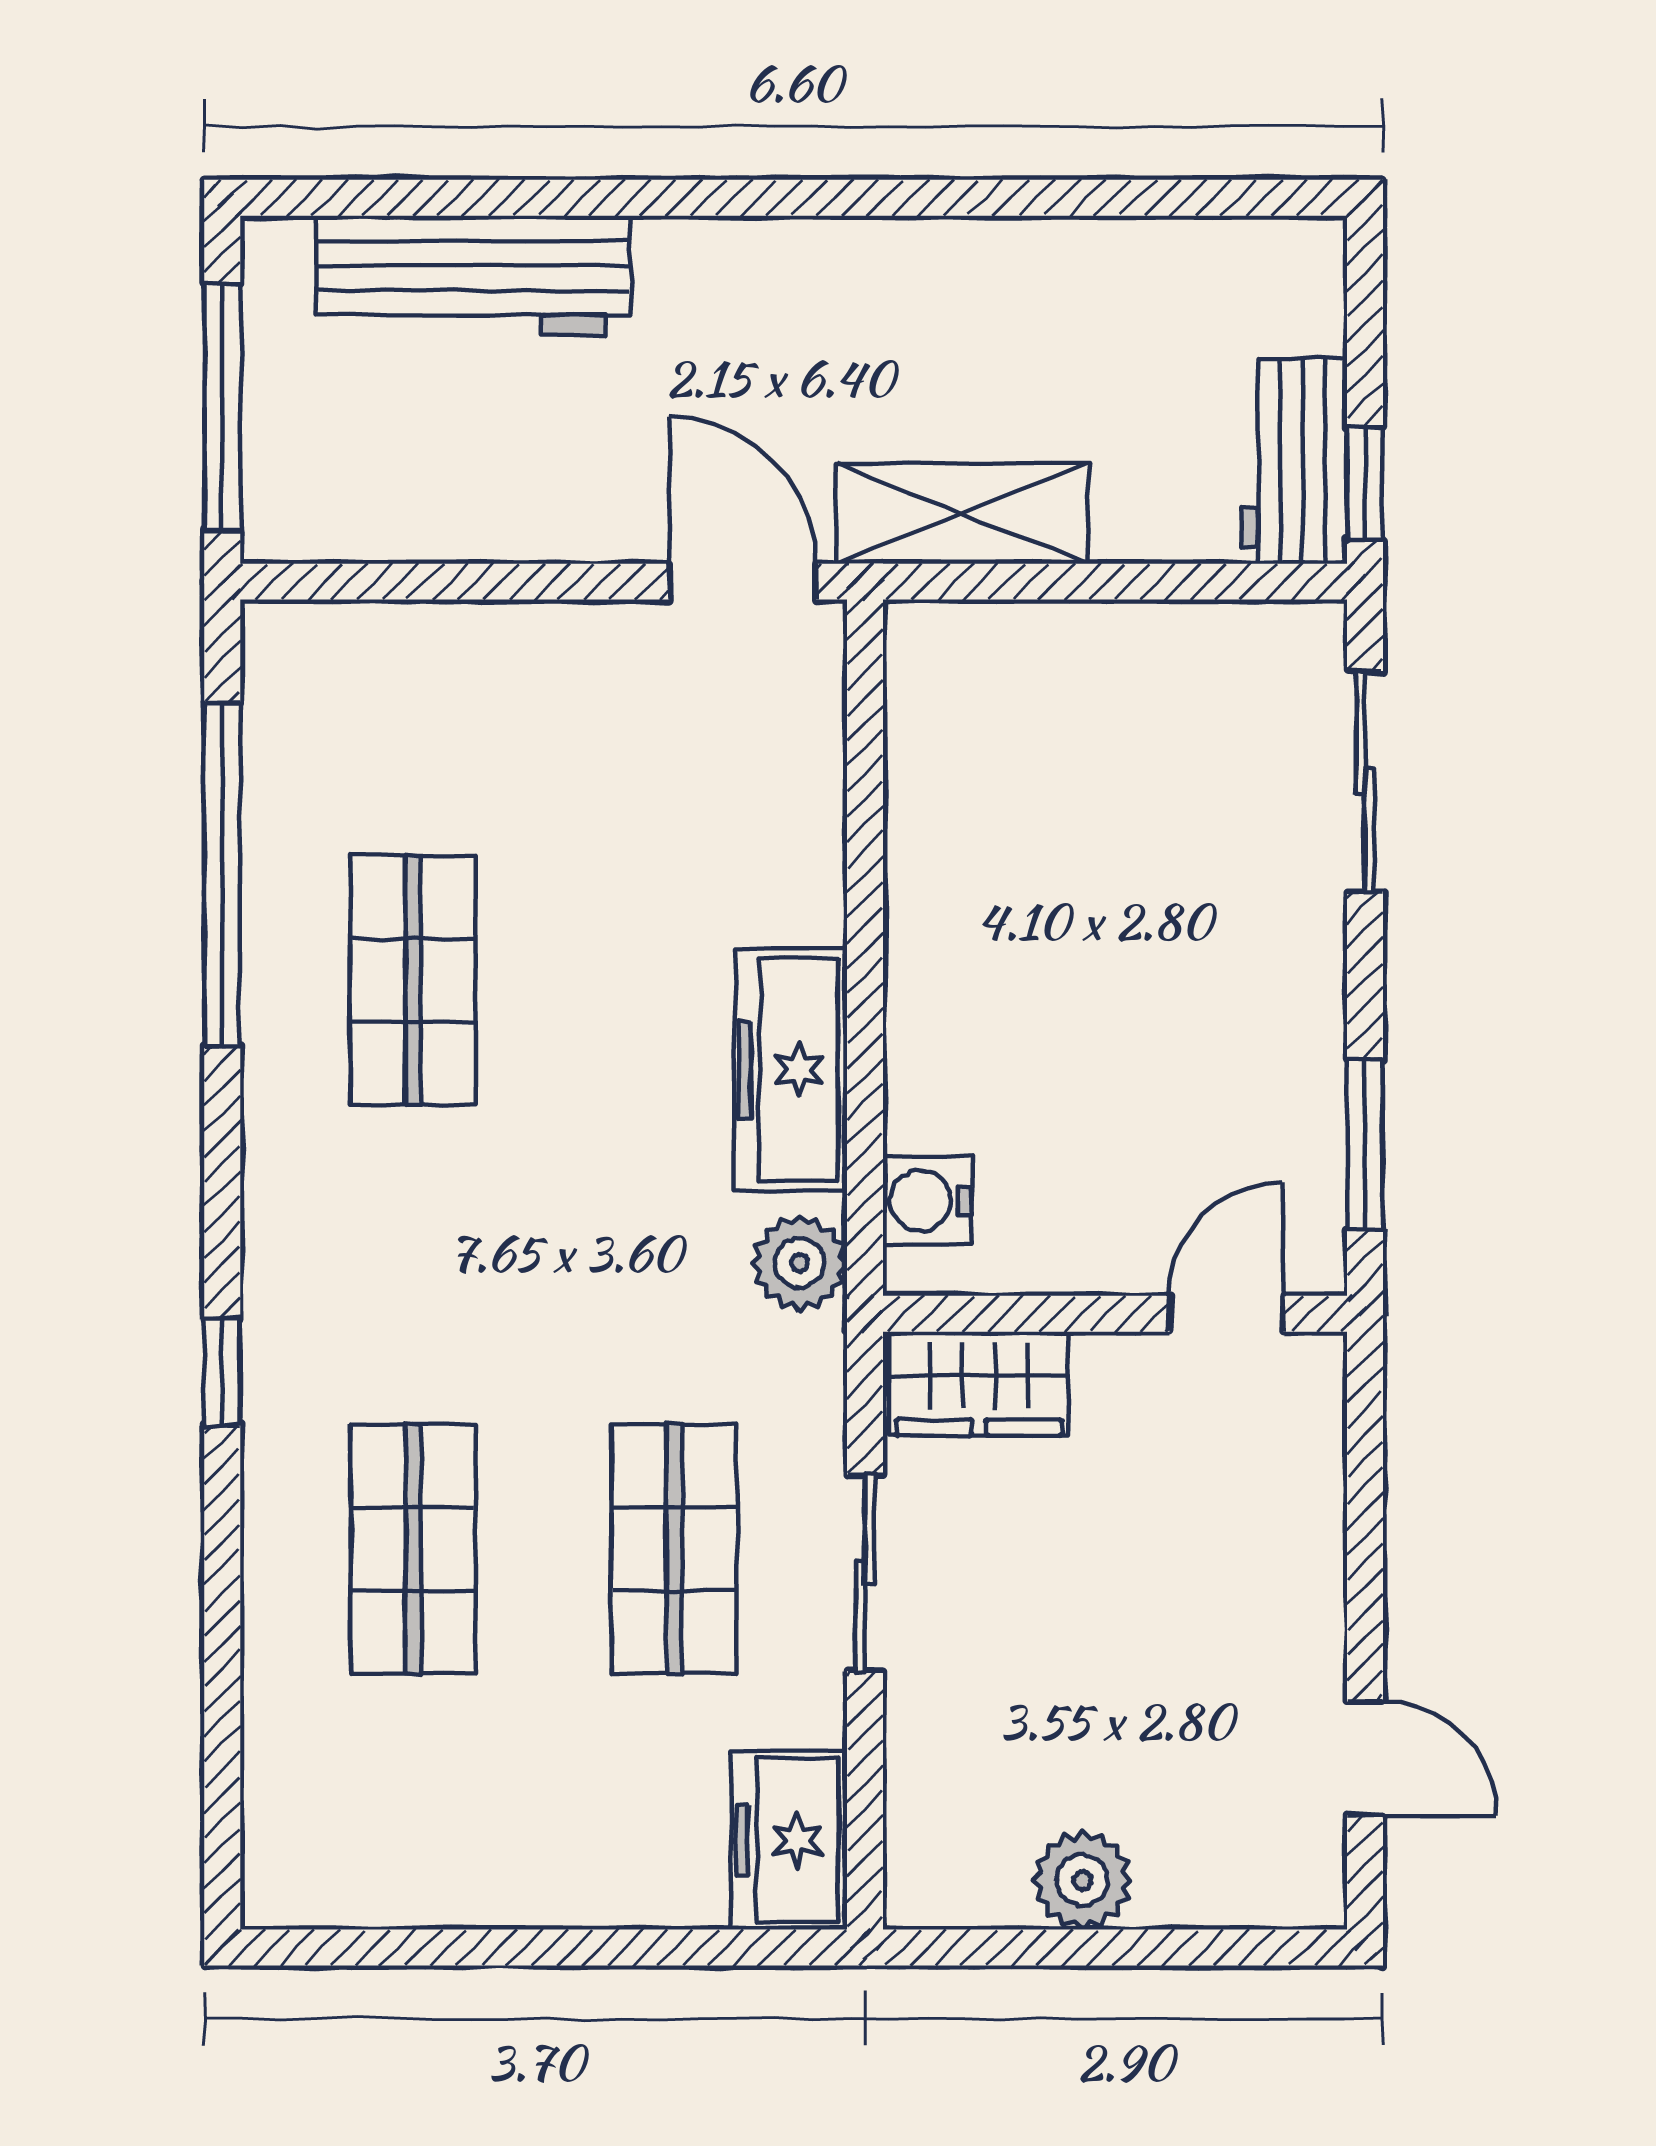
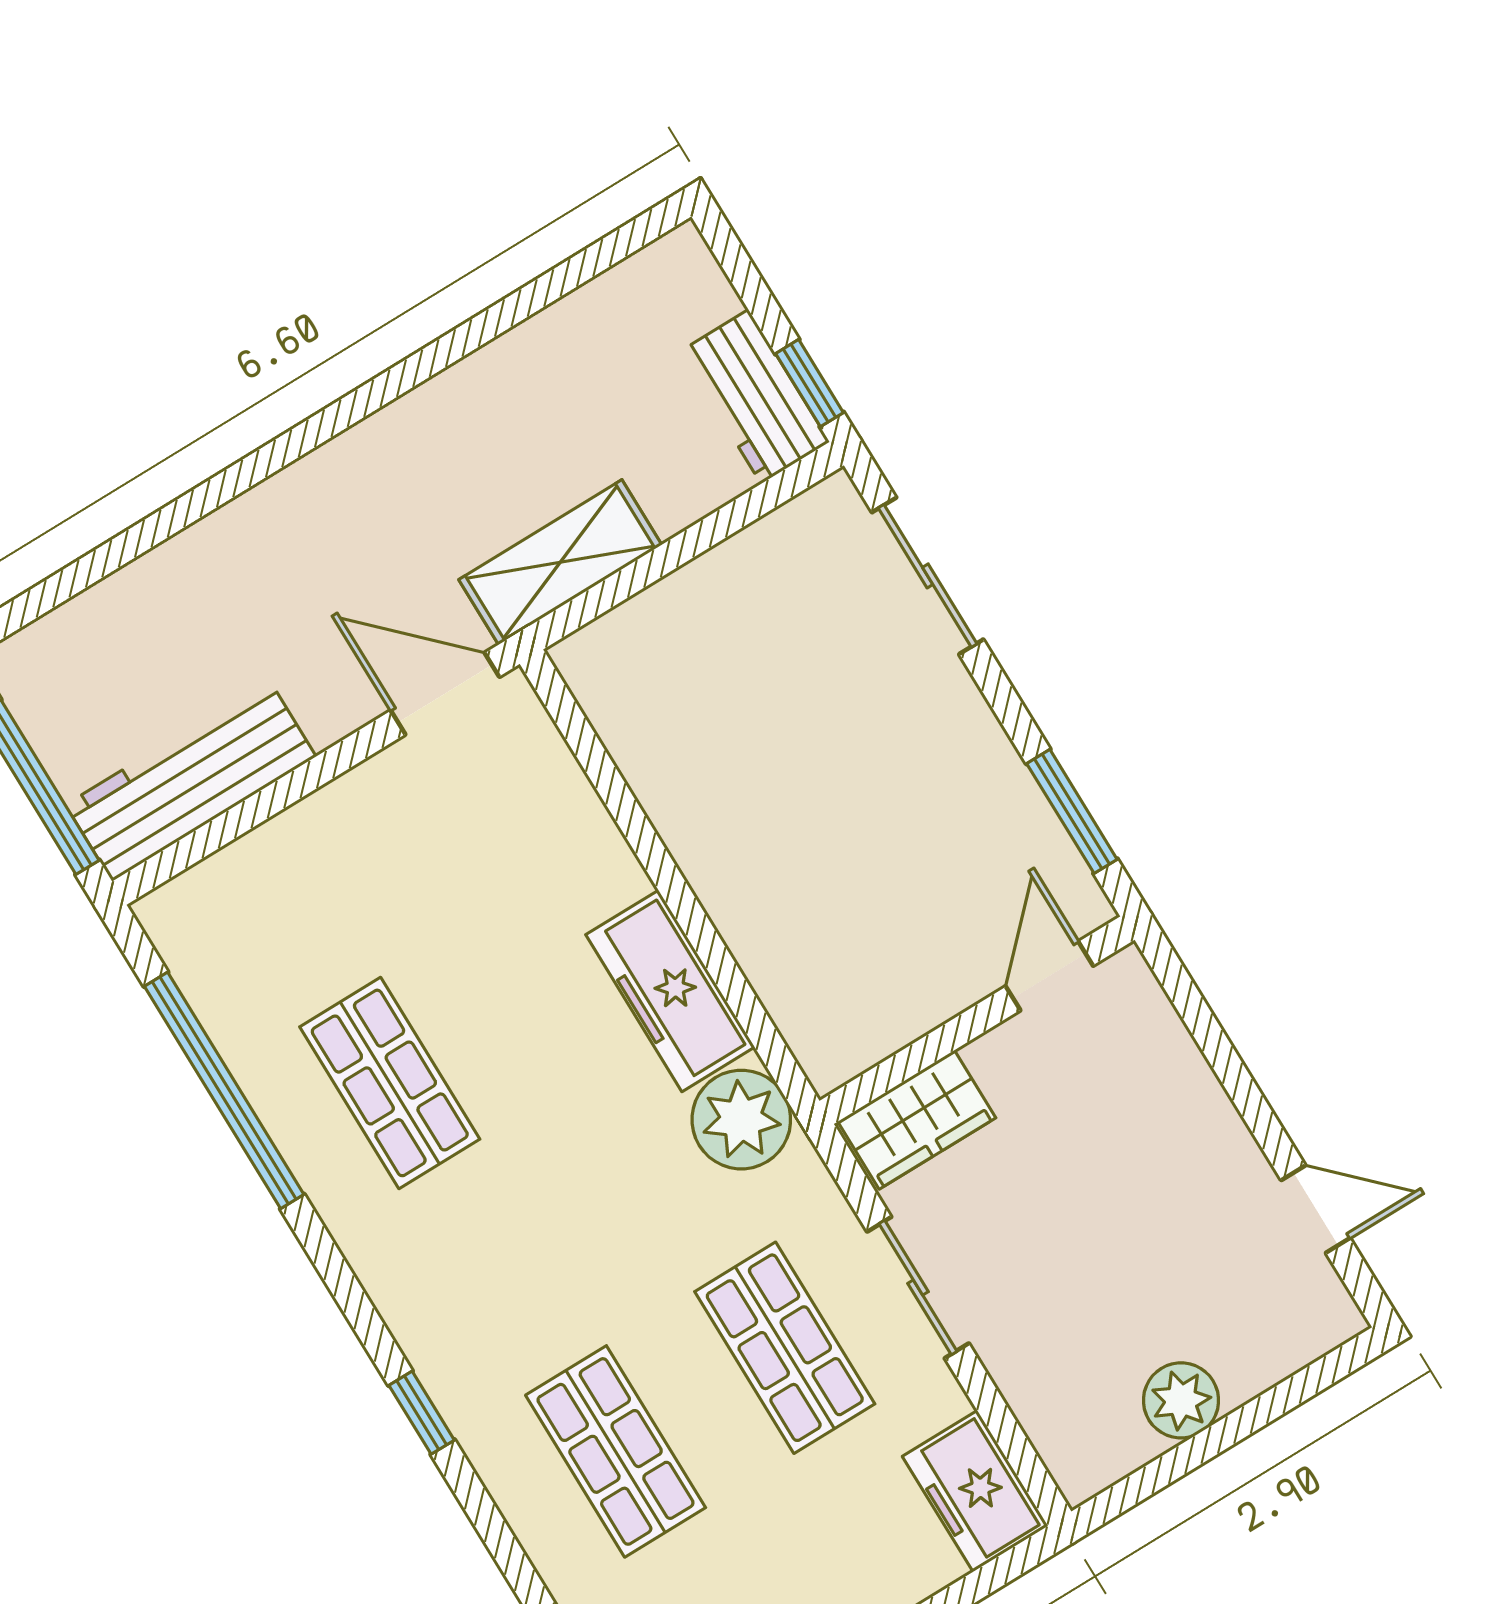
workbench: (473, 275) -> (191, 781), moved, turned 180
water cooler: (927, 1201) -> (811, 1021), removed
plant: (800, 1263) -> (741, 1120), width x1.36, depth x1.36

